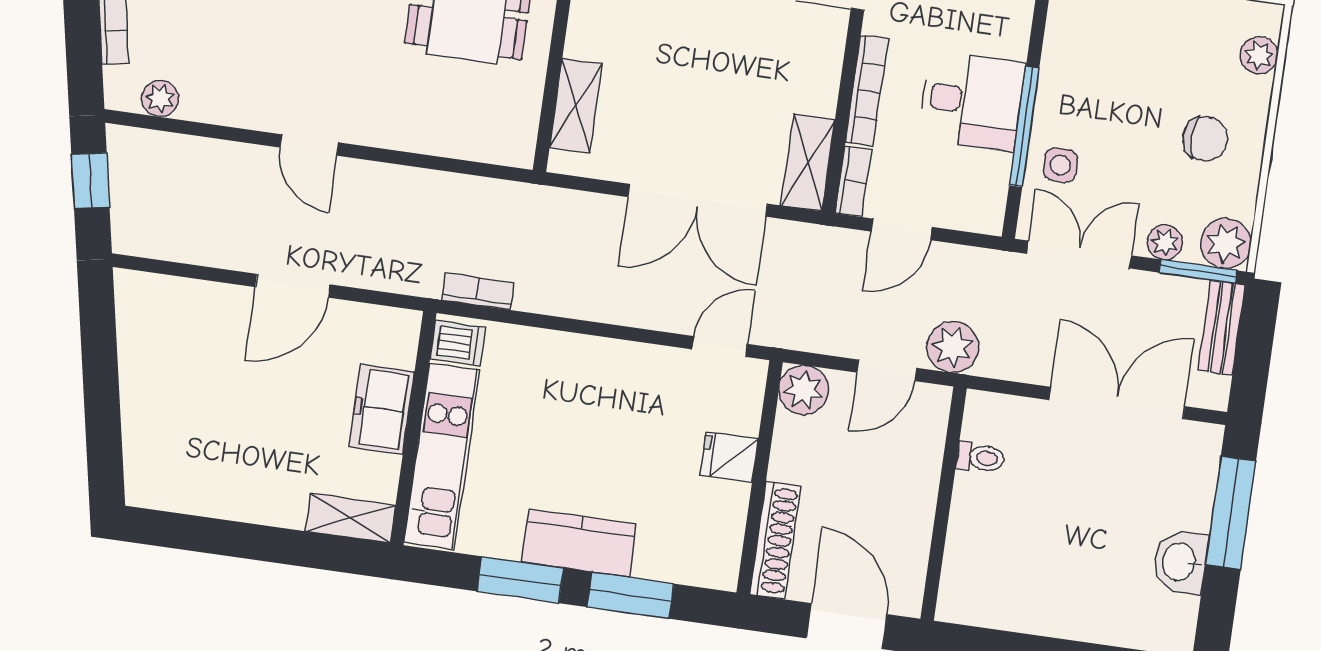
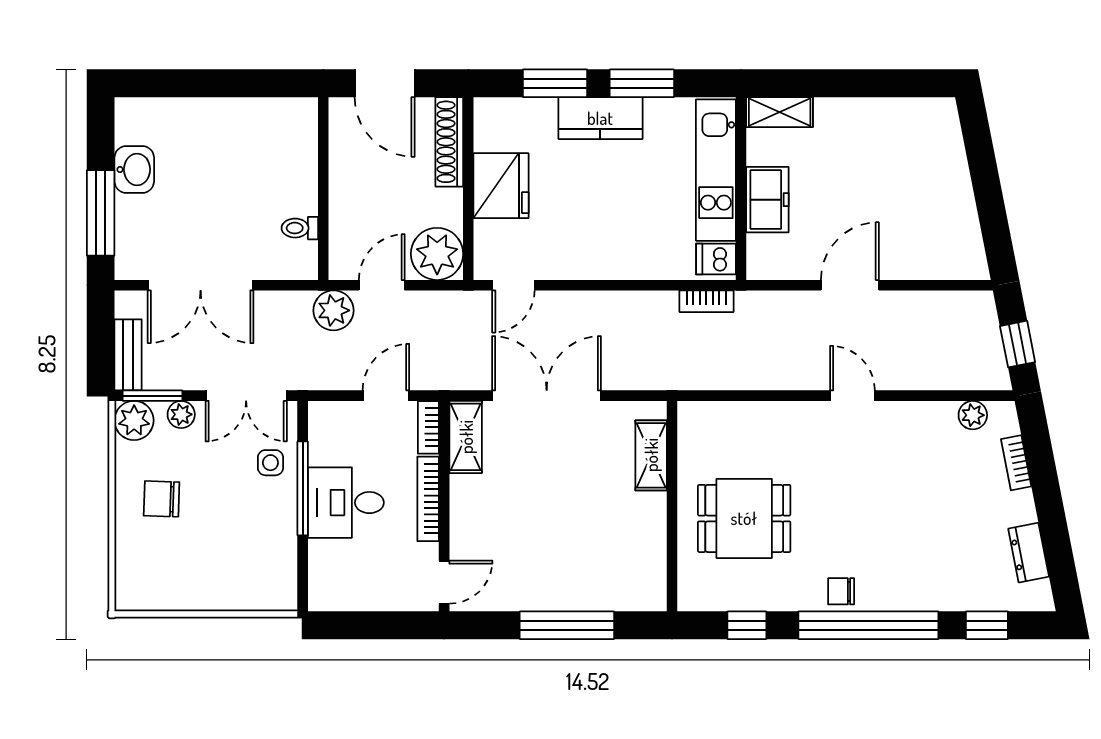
plant: (1259, 55) -> (129, 569), removed
plant: (804, 390) -> (437, 254), width x1.36, depth x1.36
fridge: (729, 457) -> (501, 186), width x1.88, depth x1.34

